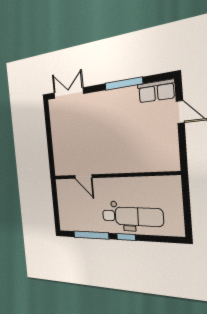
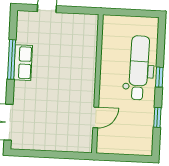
row of seats: (156, 91) -> (23, 63), moved
window: (91, 235) -> (157, 117), width x0.46

